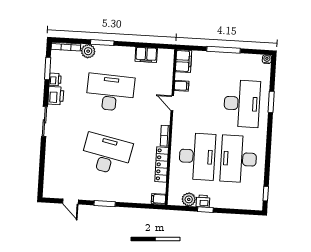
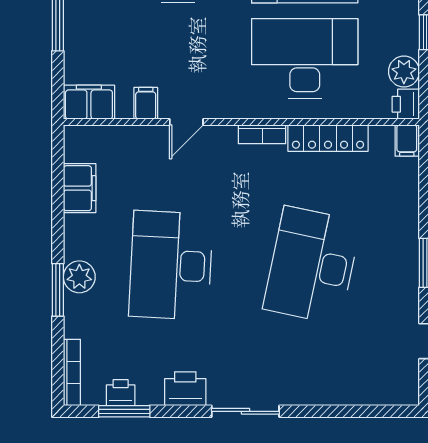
plant: (88, 51) -> (79, 277), moved
printer: (55, 79) -> (121, 393), moved
printer: (203, 201) -> (406, 104), moved

